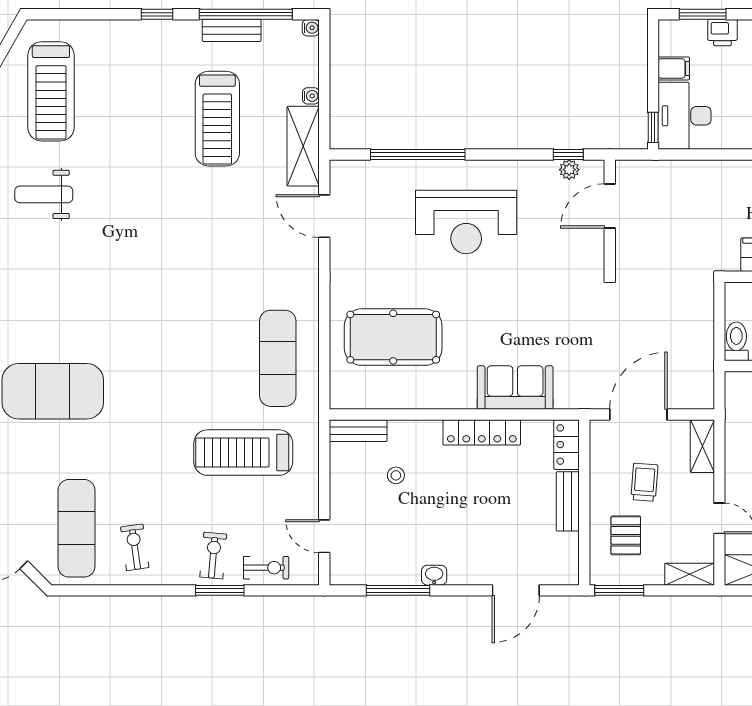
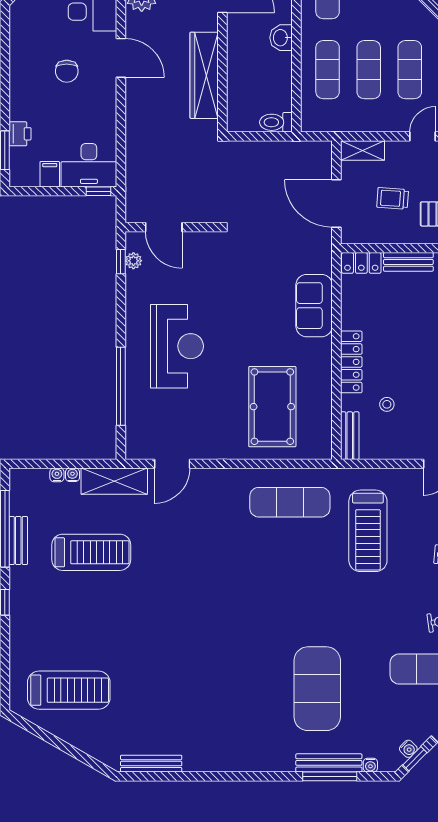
water cooler: (311, 28) -> (57, 475), moved
weight bench: (44, 194) -> (154, 696), removed
locker: (482, 432) -> (351, 362), moved

